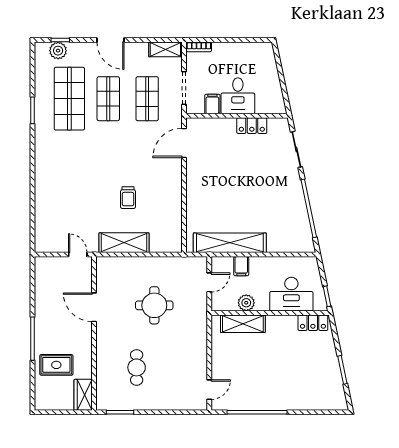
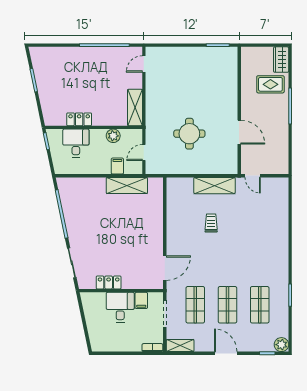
plant: (58, 51) -> (281, 345), moved
shop shelf: (69, 99) -> (260, 305), width x0.70, depth x0.74
shelving: (230, 243) -> (127, 186), width x0.68
desk: (291, 294) -> (76, 143), width x0.73
locker: (313, 323) -> (79, 119), moved
shelving: (243, 324) -> (135, 107), moved, turned 90
cafe table: (137, 367) -> (204, 82), removed
wardrobe: (83, 395) -> (281, 60), moved, turned 180

